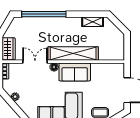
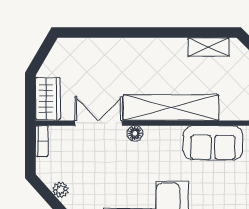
window: (44, 14) -> (115, 32), removed
sofa: (75, 72) -> (213, 143), moved

